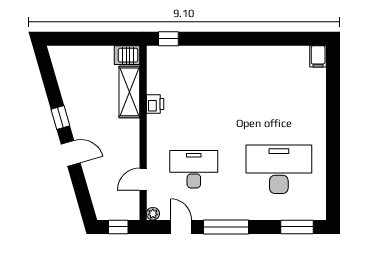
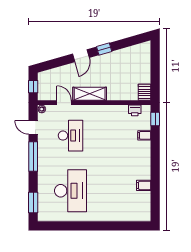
filing cabinet: (193, 56) -> (144, 135), added
filing cabinet: (318, 56) -> (144, 185), moved
shelving: (129, 92) -> (90, 94), moved
printer: (155, 104) -> (135, 110), moved
door: (181, 227) -> (33, 127), swing flipped

